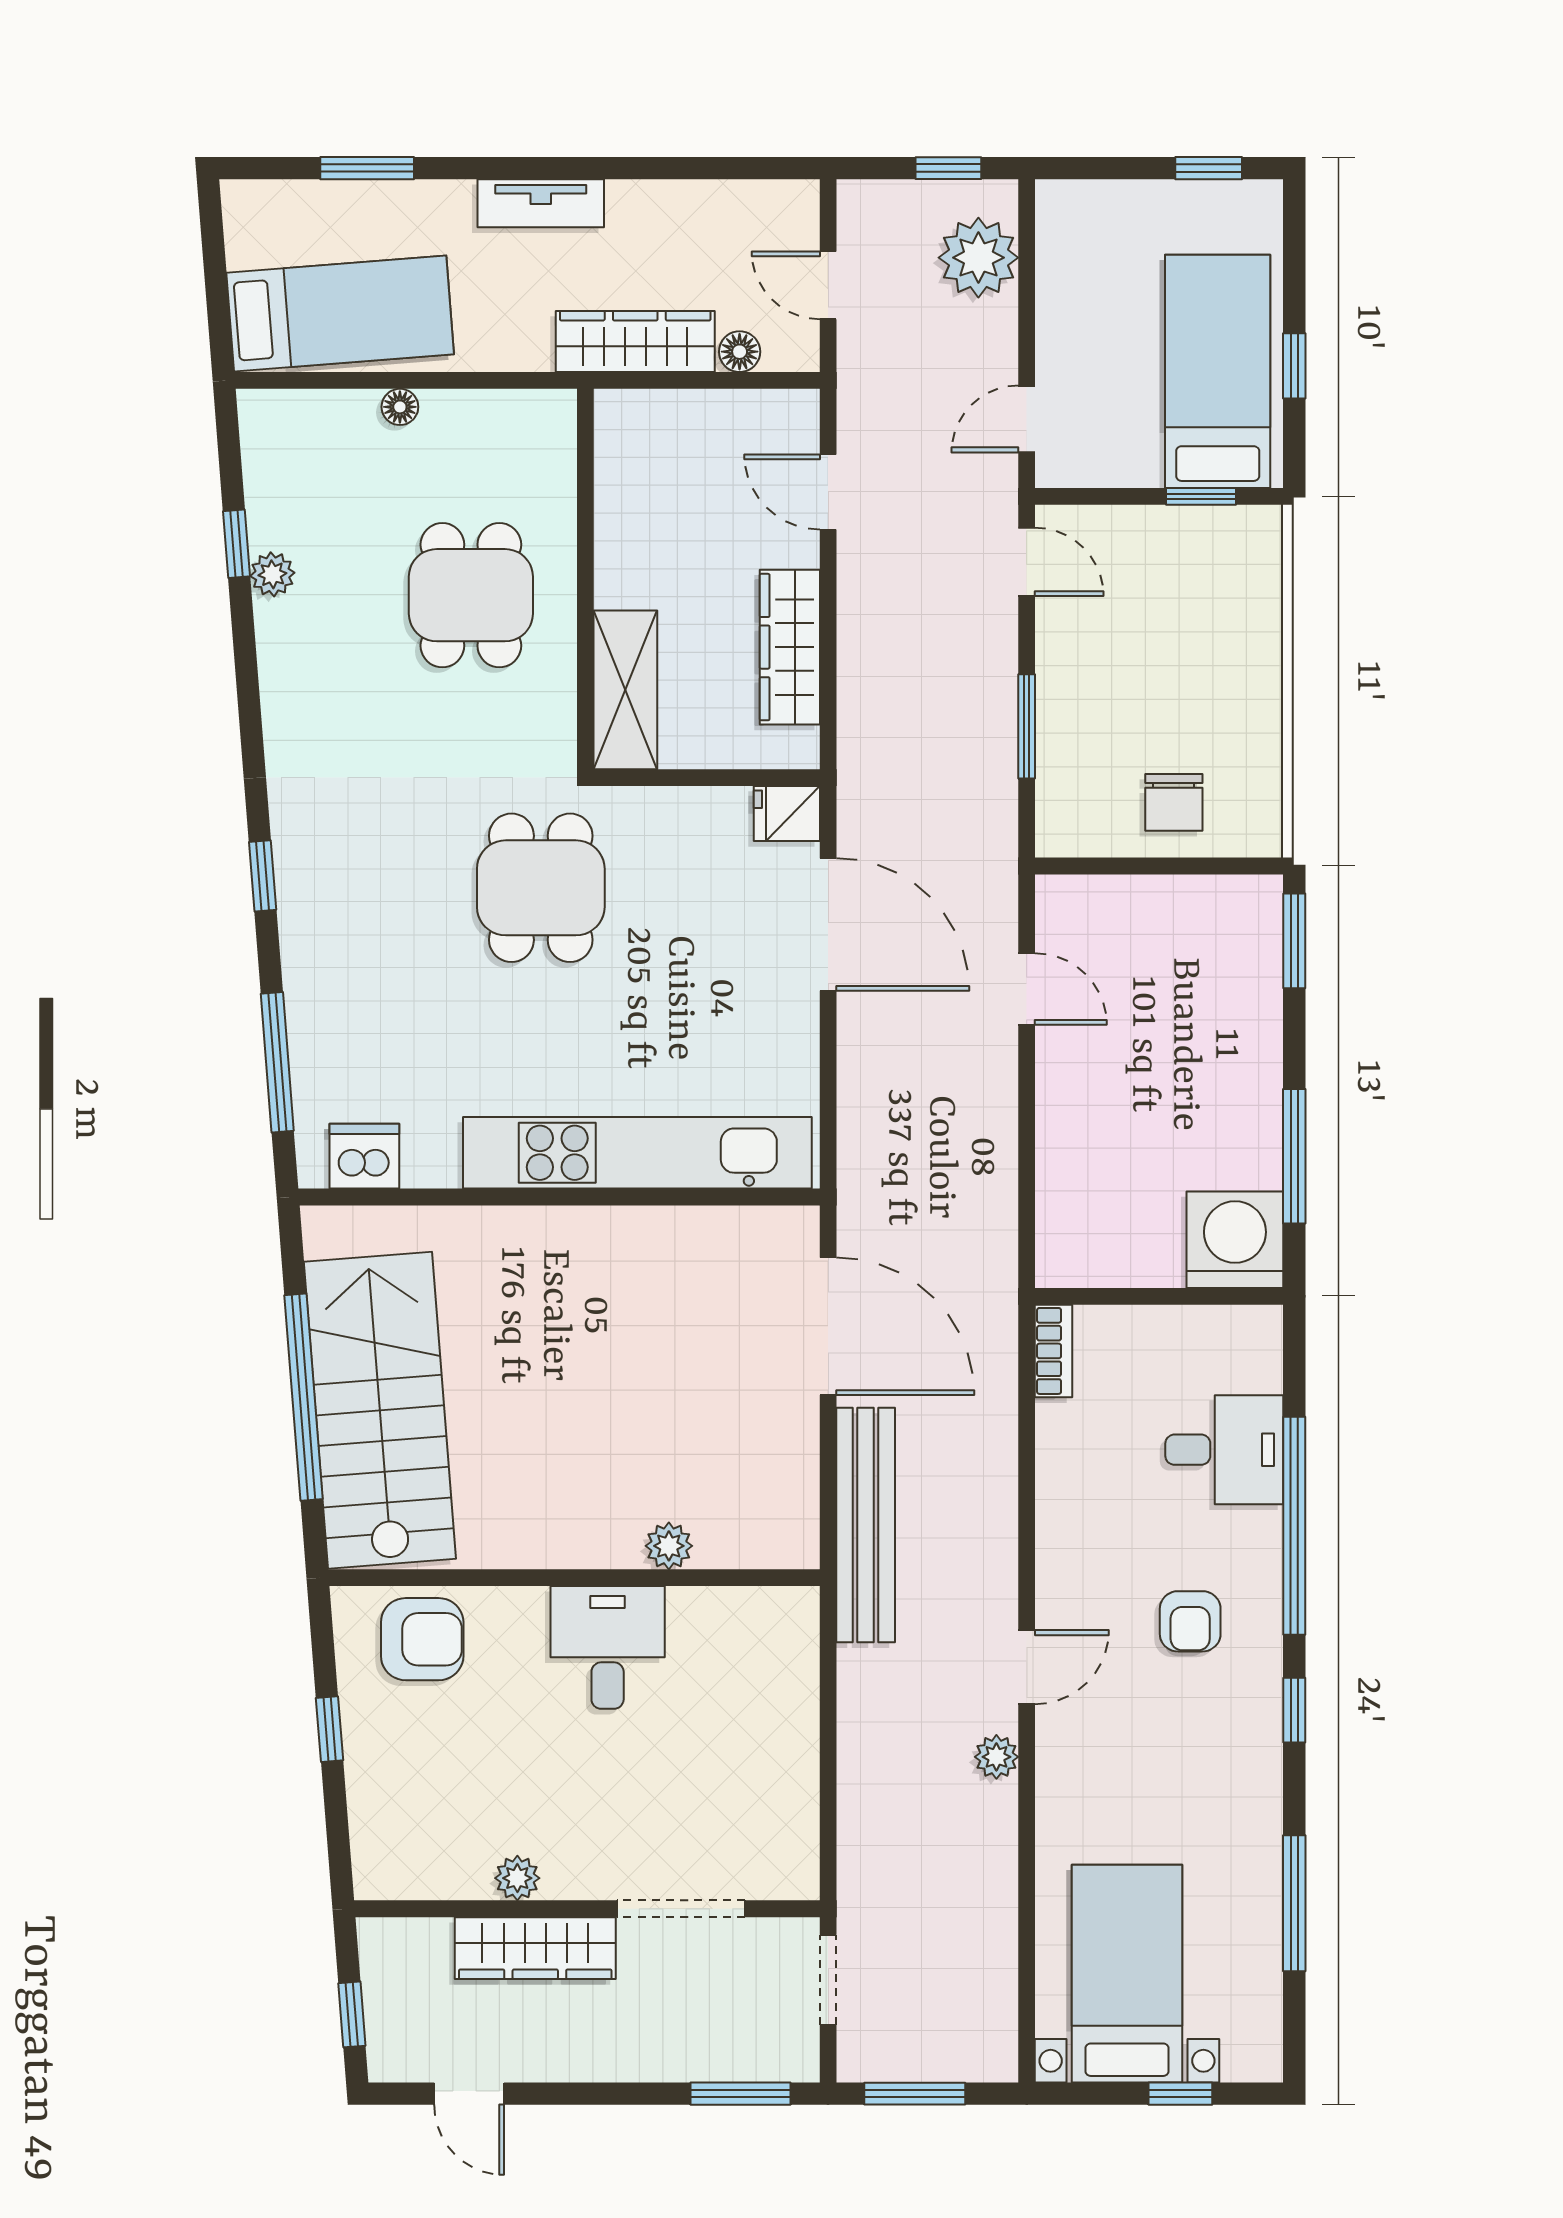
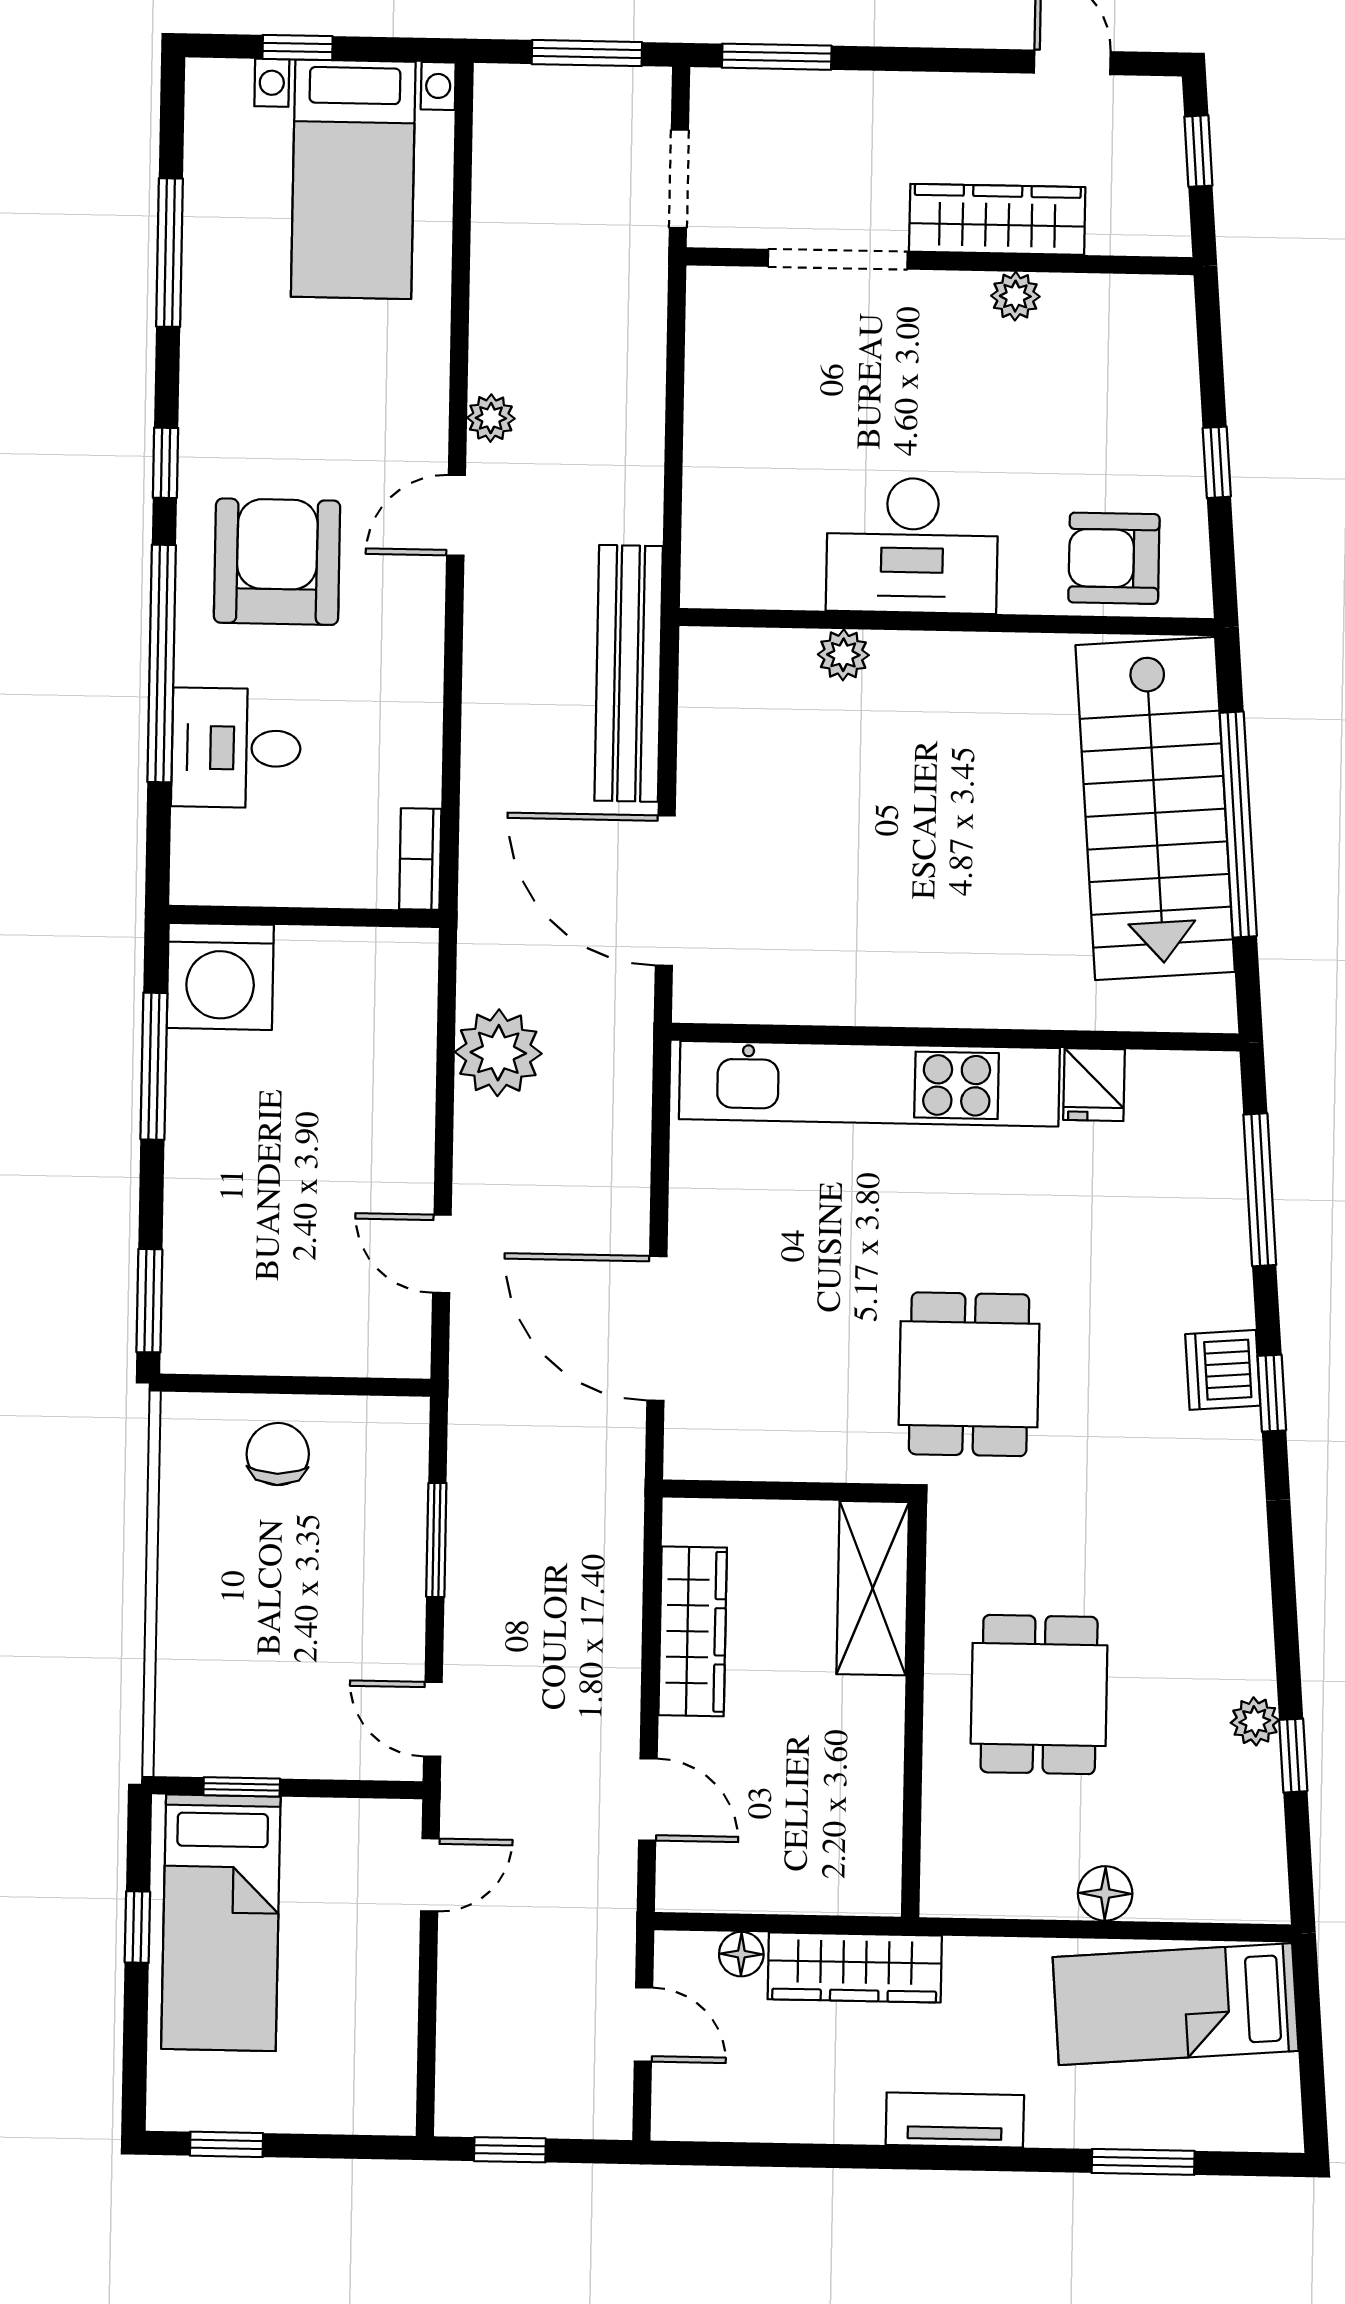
plant: (978, 258) -> (498, 1053), moved
floor lamp: (400, 407) -> (1105, 1893), width x1.37, depth x1.37
fridge: (787, 814) -> (1094, 1085), moved, turned 90
dishwasher: (364, 1156) -> (1223, 1370), moved, turned 86
armchair: (1190, 1621) -> (277, 562), width x1.88, depth x1.88
desk: (608, 1647) -> (912, 545), width x1.37

